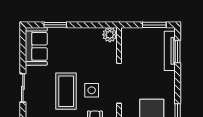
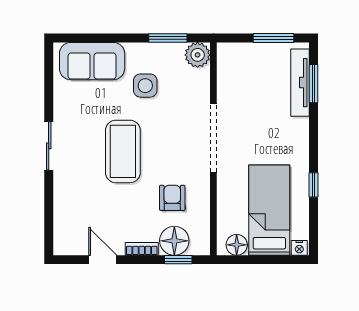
window: (55, 25) -> (168, 38), moved
sofa: (36, 46) -> (92, 61), moved, turned 90
side table: (92, 90) -> (145, 86), moved

